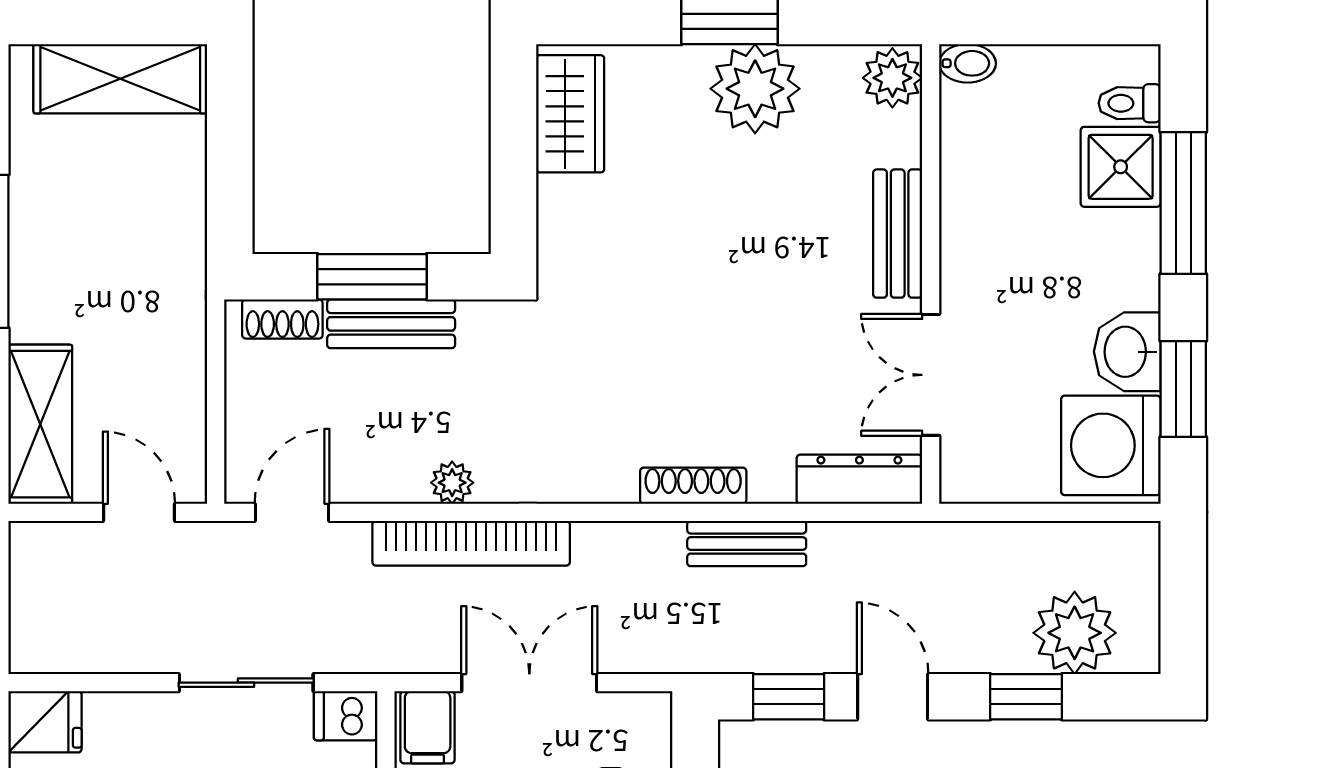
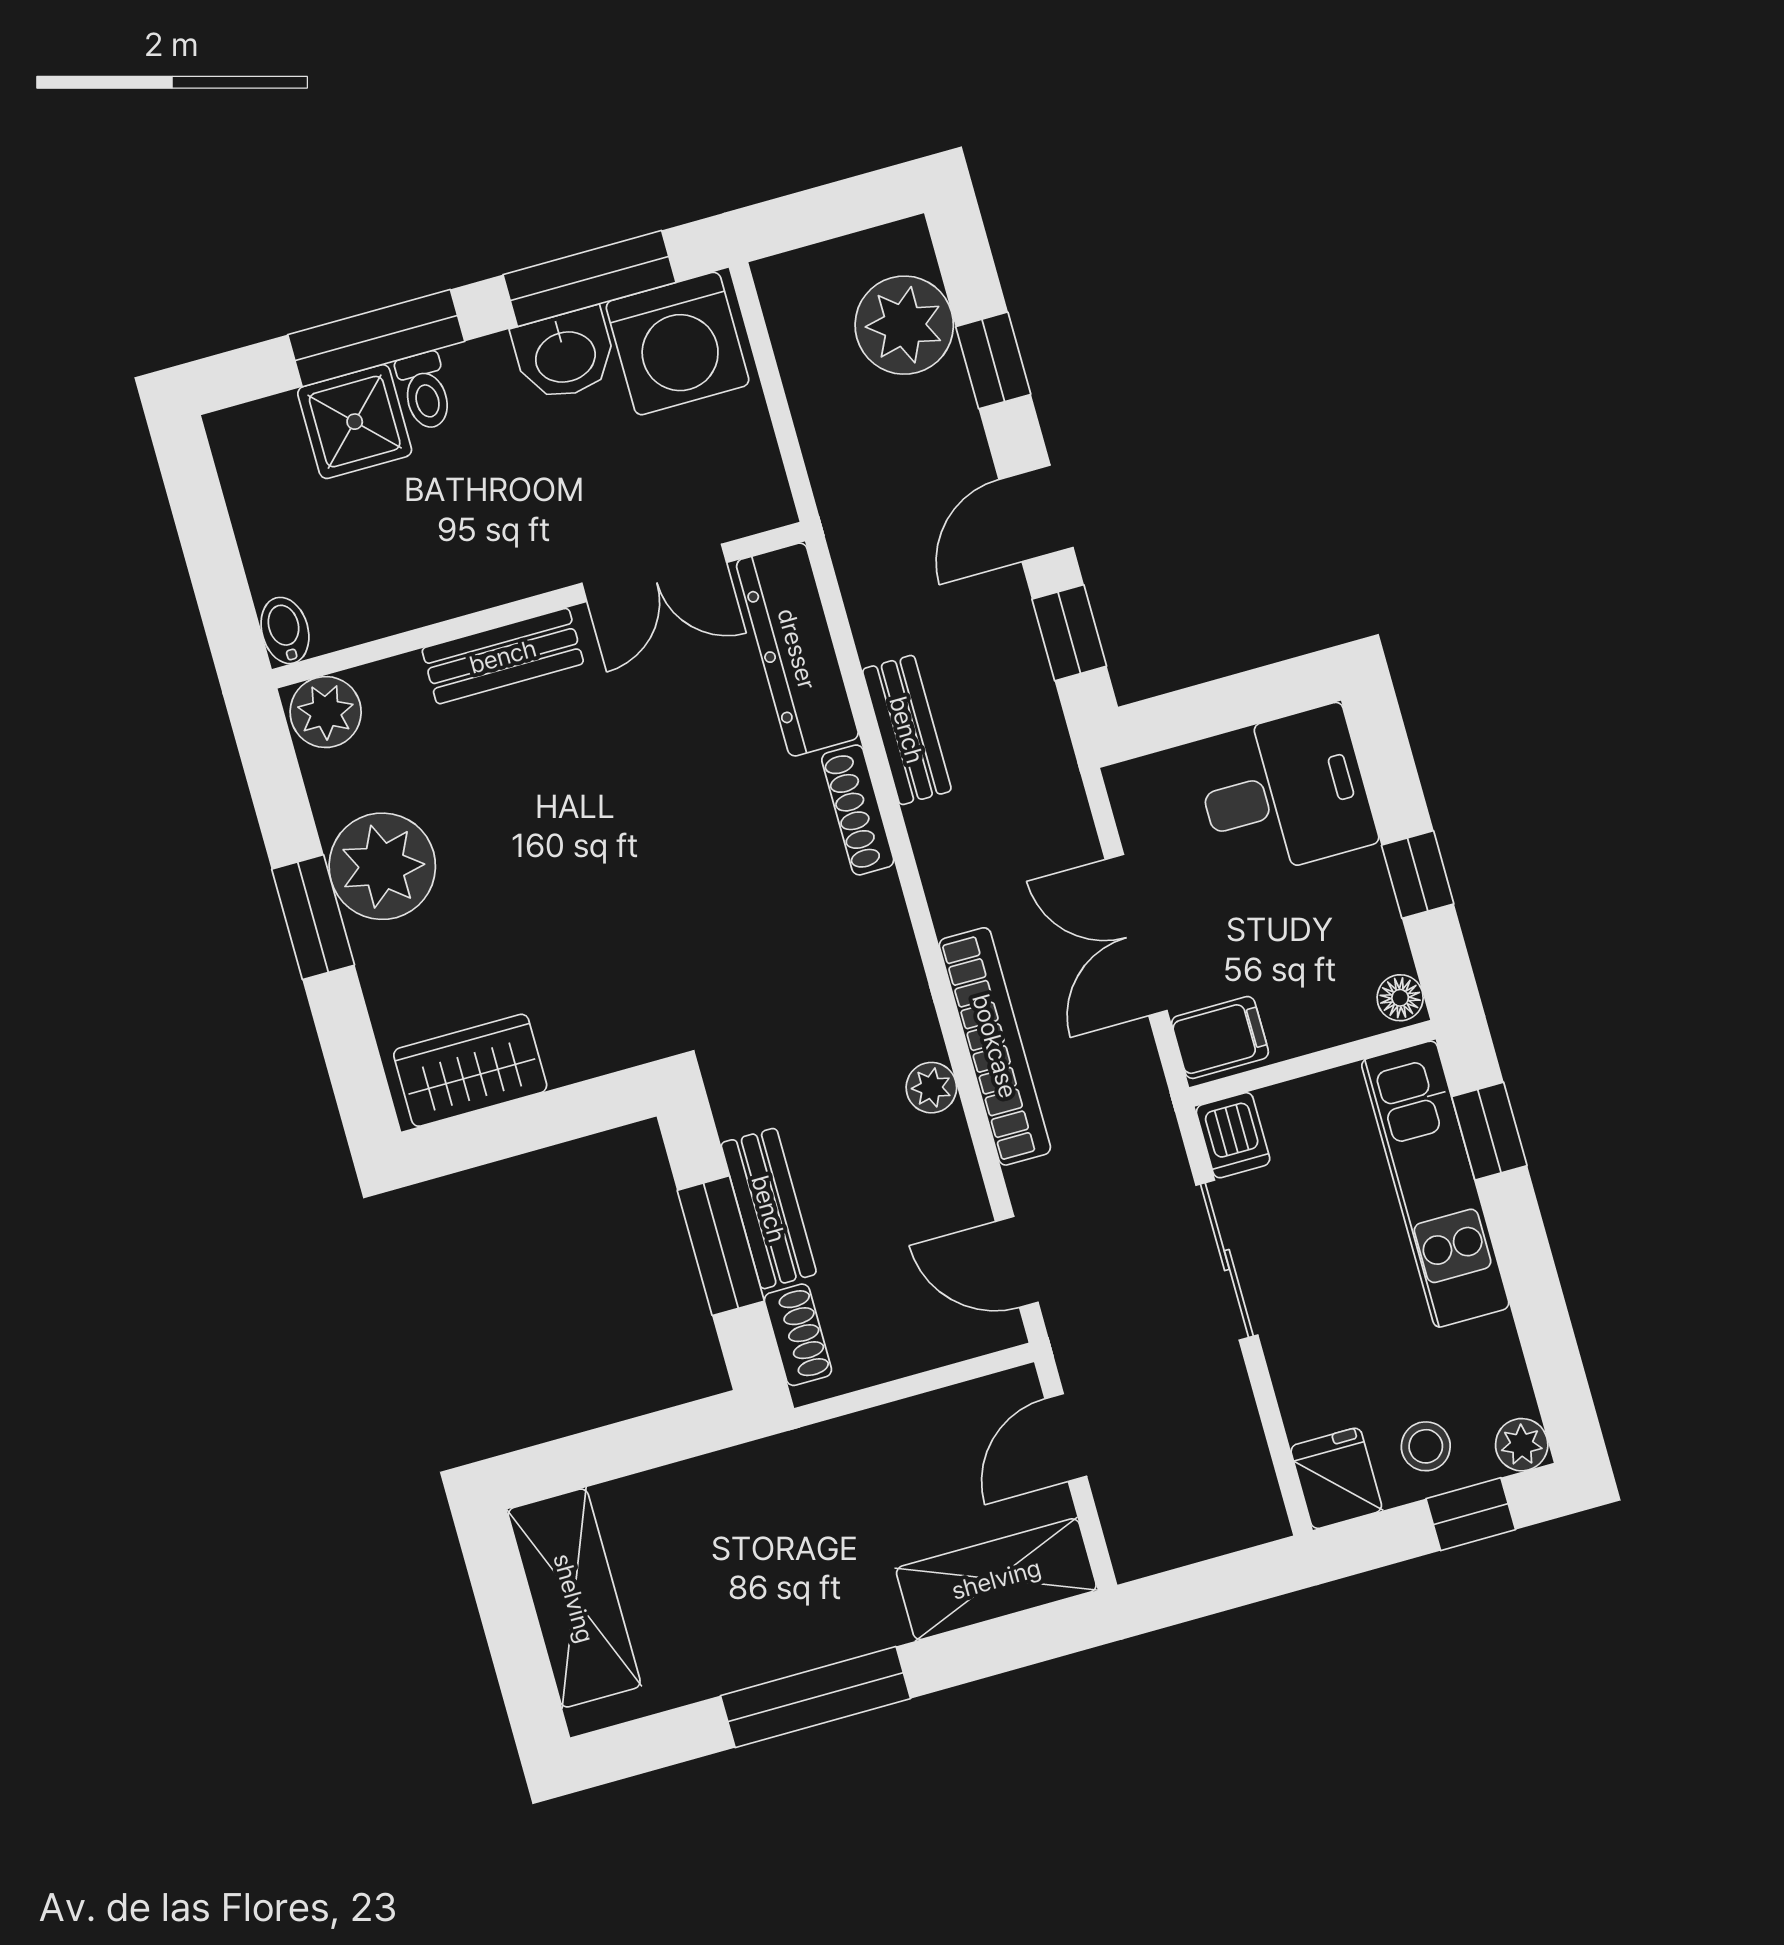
toilet: (1130, 103) -> (425, 391), moved
window: (1183, 389) -> (590, 278), width x1.44
dresser: (859, 479) -> (797, 649), width x1.37, depth x1.24

